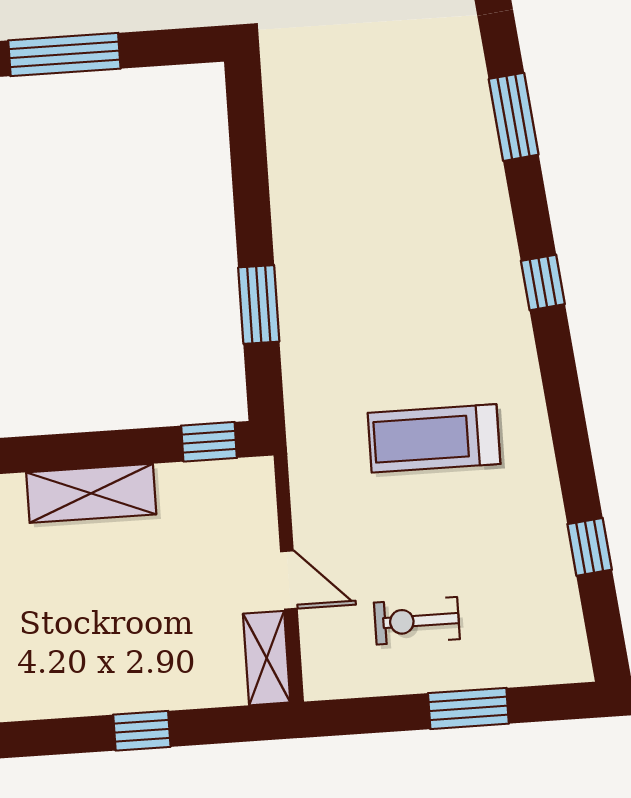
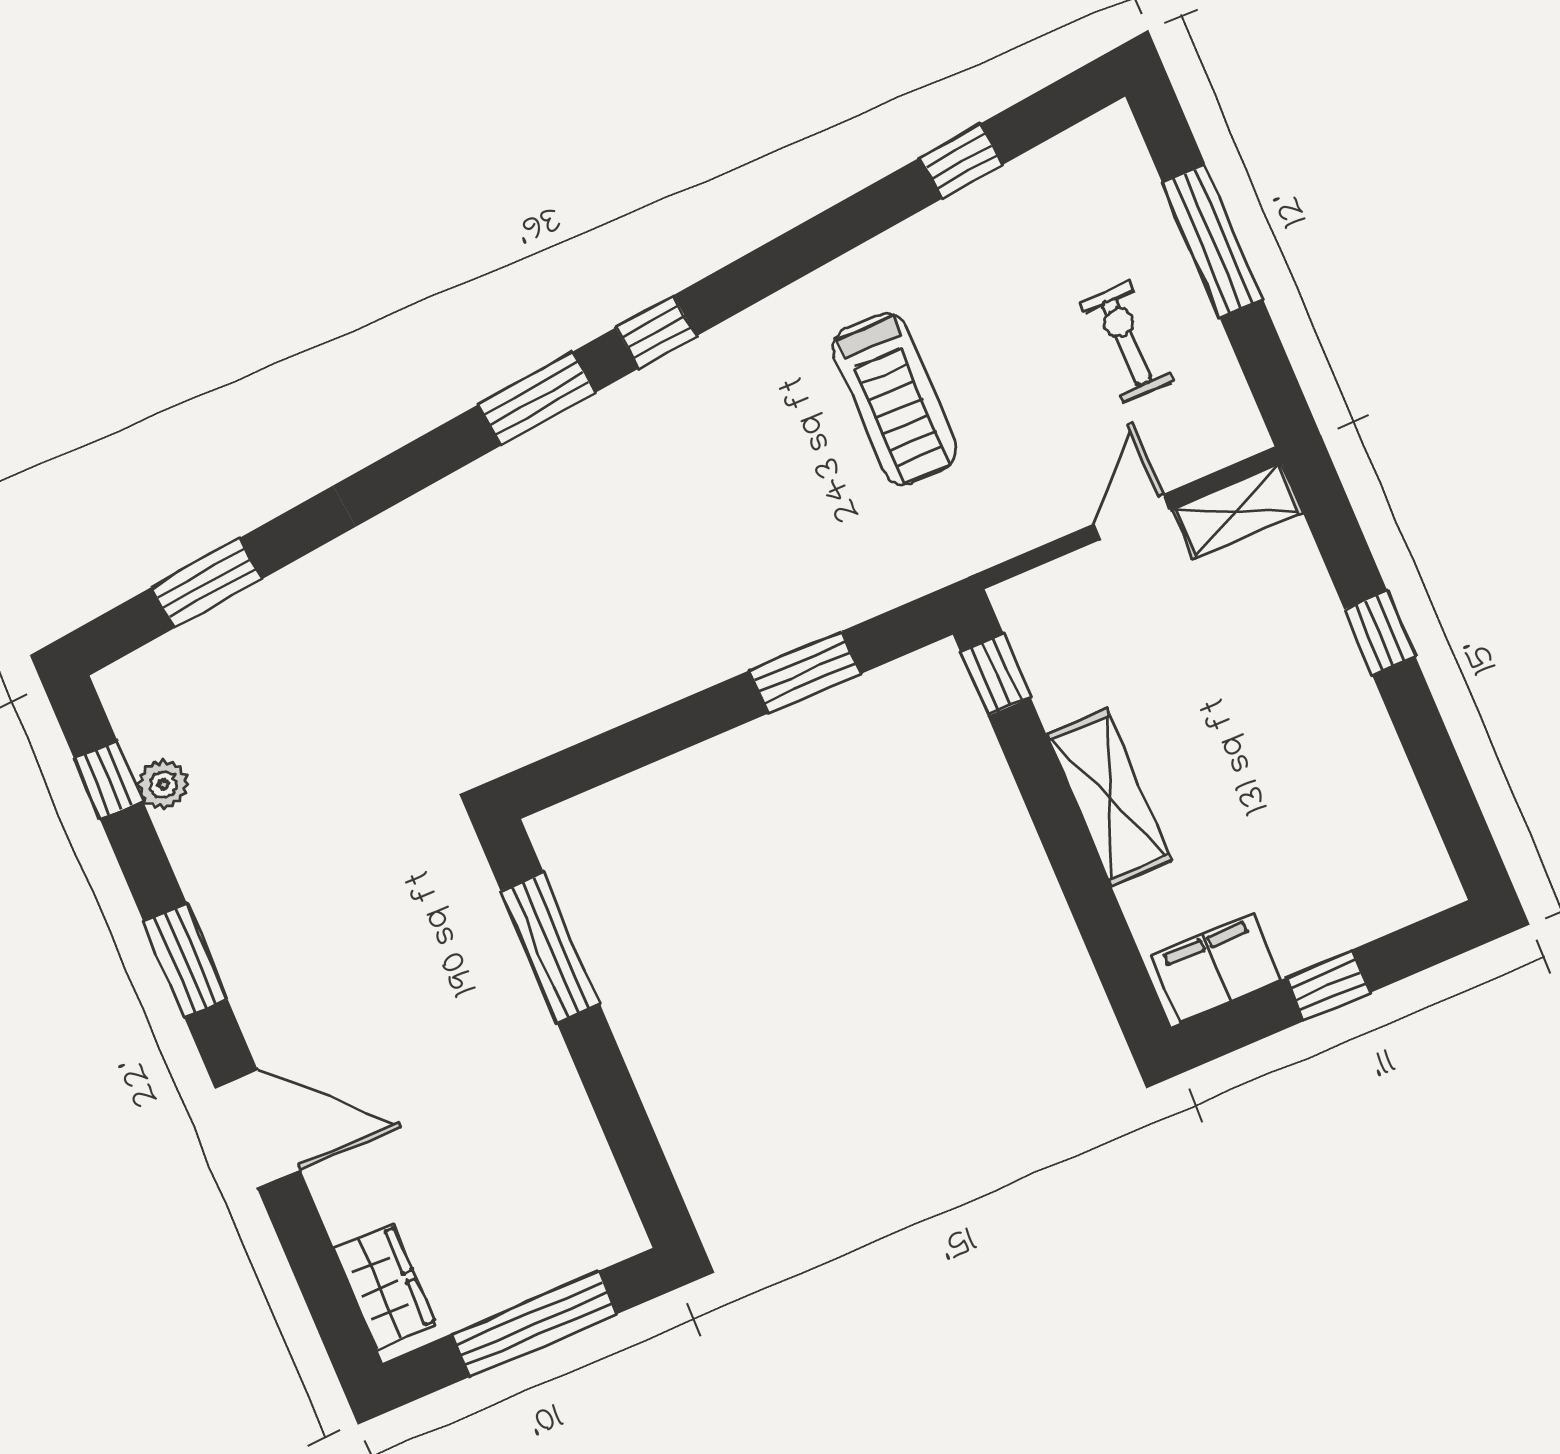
window: (64, 54) -> (550, 948), moved
window: (514, 117) -> (537, 399), moved
exercise bike: (417, 621) -> (1127, 342), turned 180
window: (468, 708) -> (1213, 241), width x1.44

